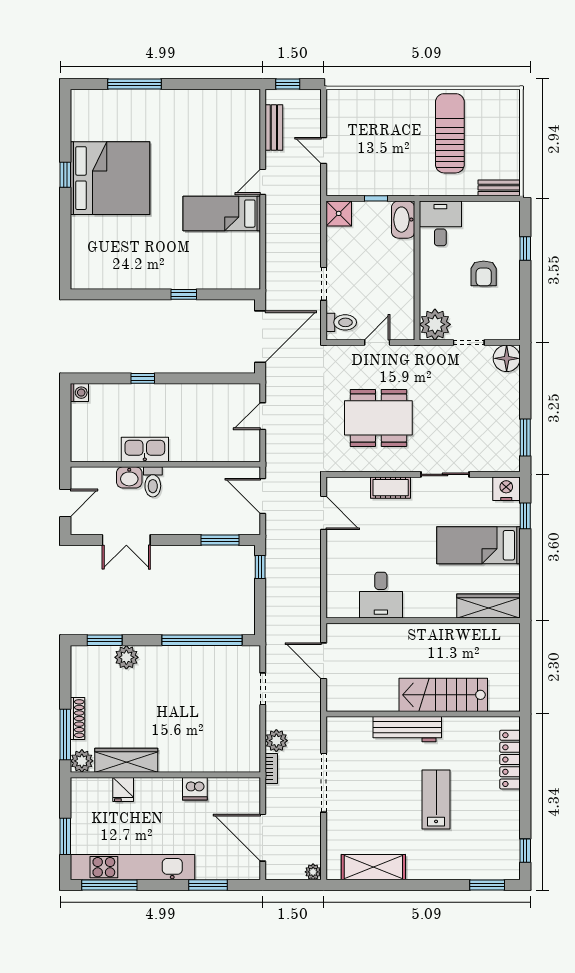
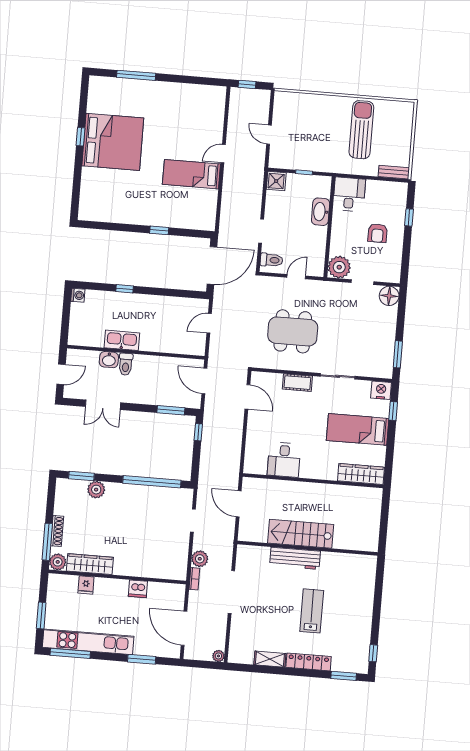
bench: (274, 128) -> (234, 115), removed
washbasin: (403, 220) -> (321, 212), moved
stairs: (443, 695) -> (301, 534), moved
locker: (510, 760) -> (309, 662), moved, turned 90
shelving: (373, 867) -> (270, 659), width x0.67, depth x0.75

